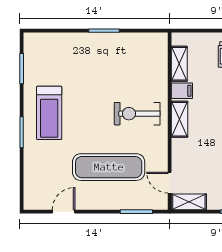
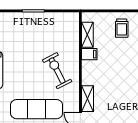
exercise bike: (137, 114) -> (57, 71), turned 63
shelving: (179, 119) -> (88, 99), moved

